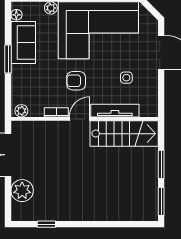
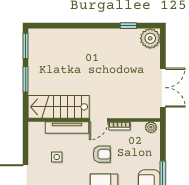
plant: (22, 191) -> (150, 38), moved

